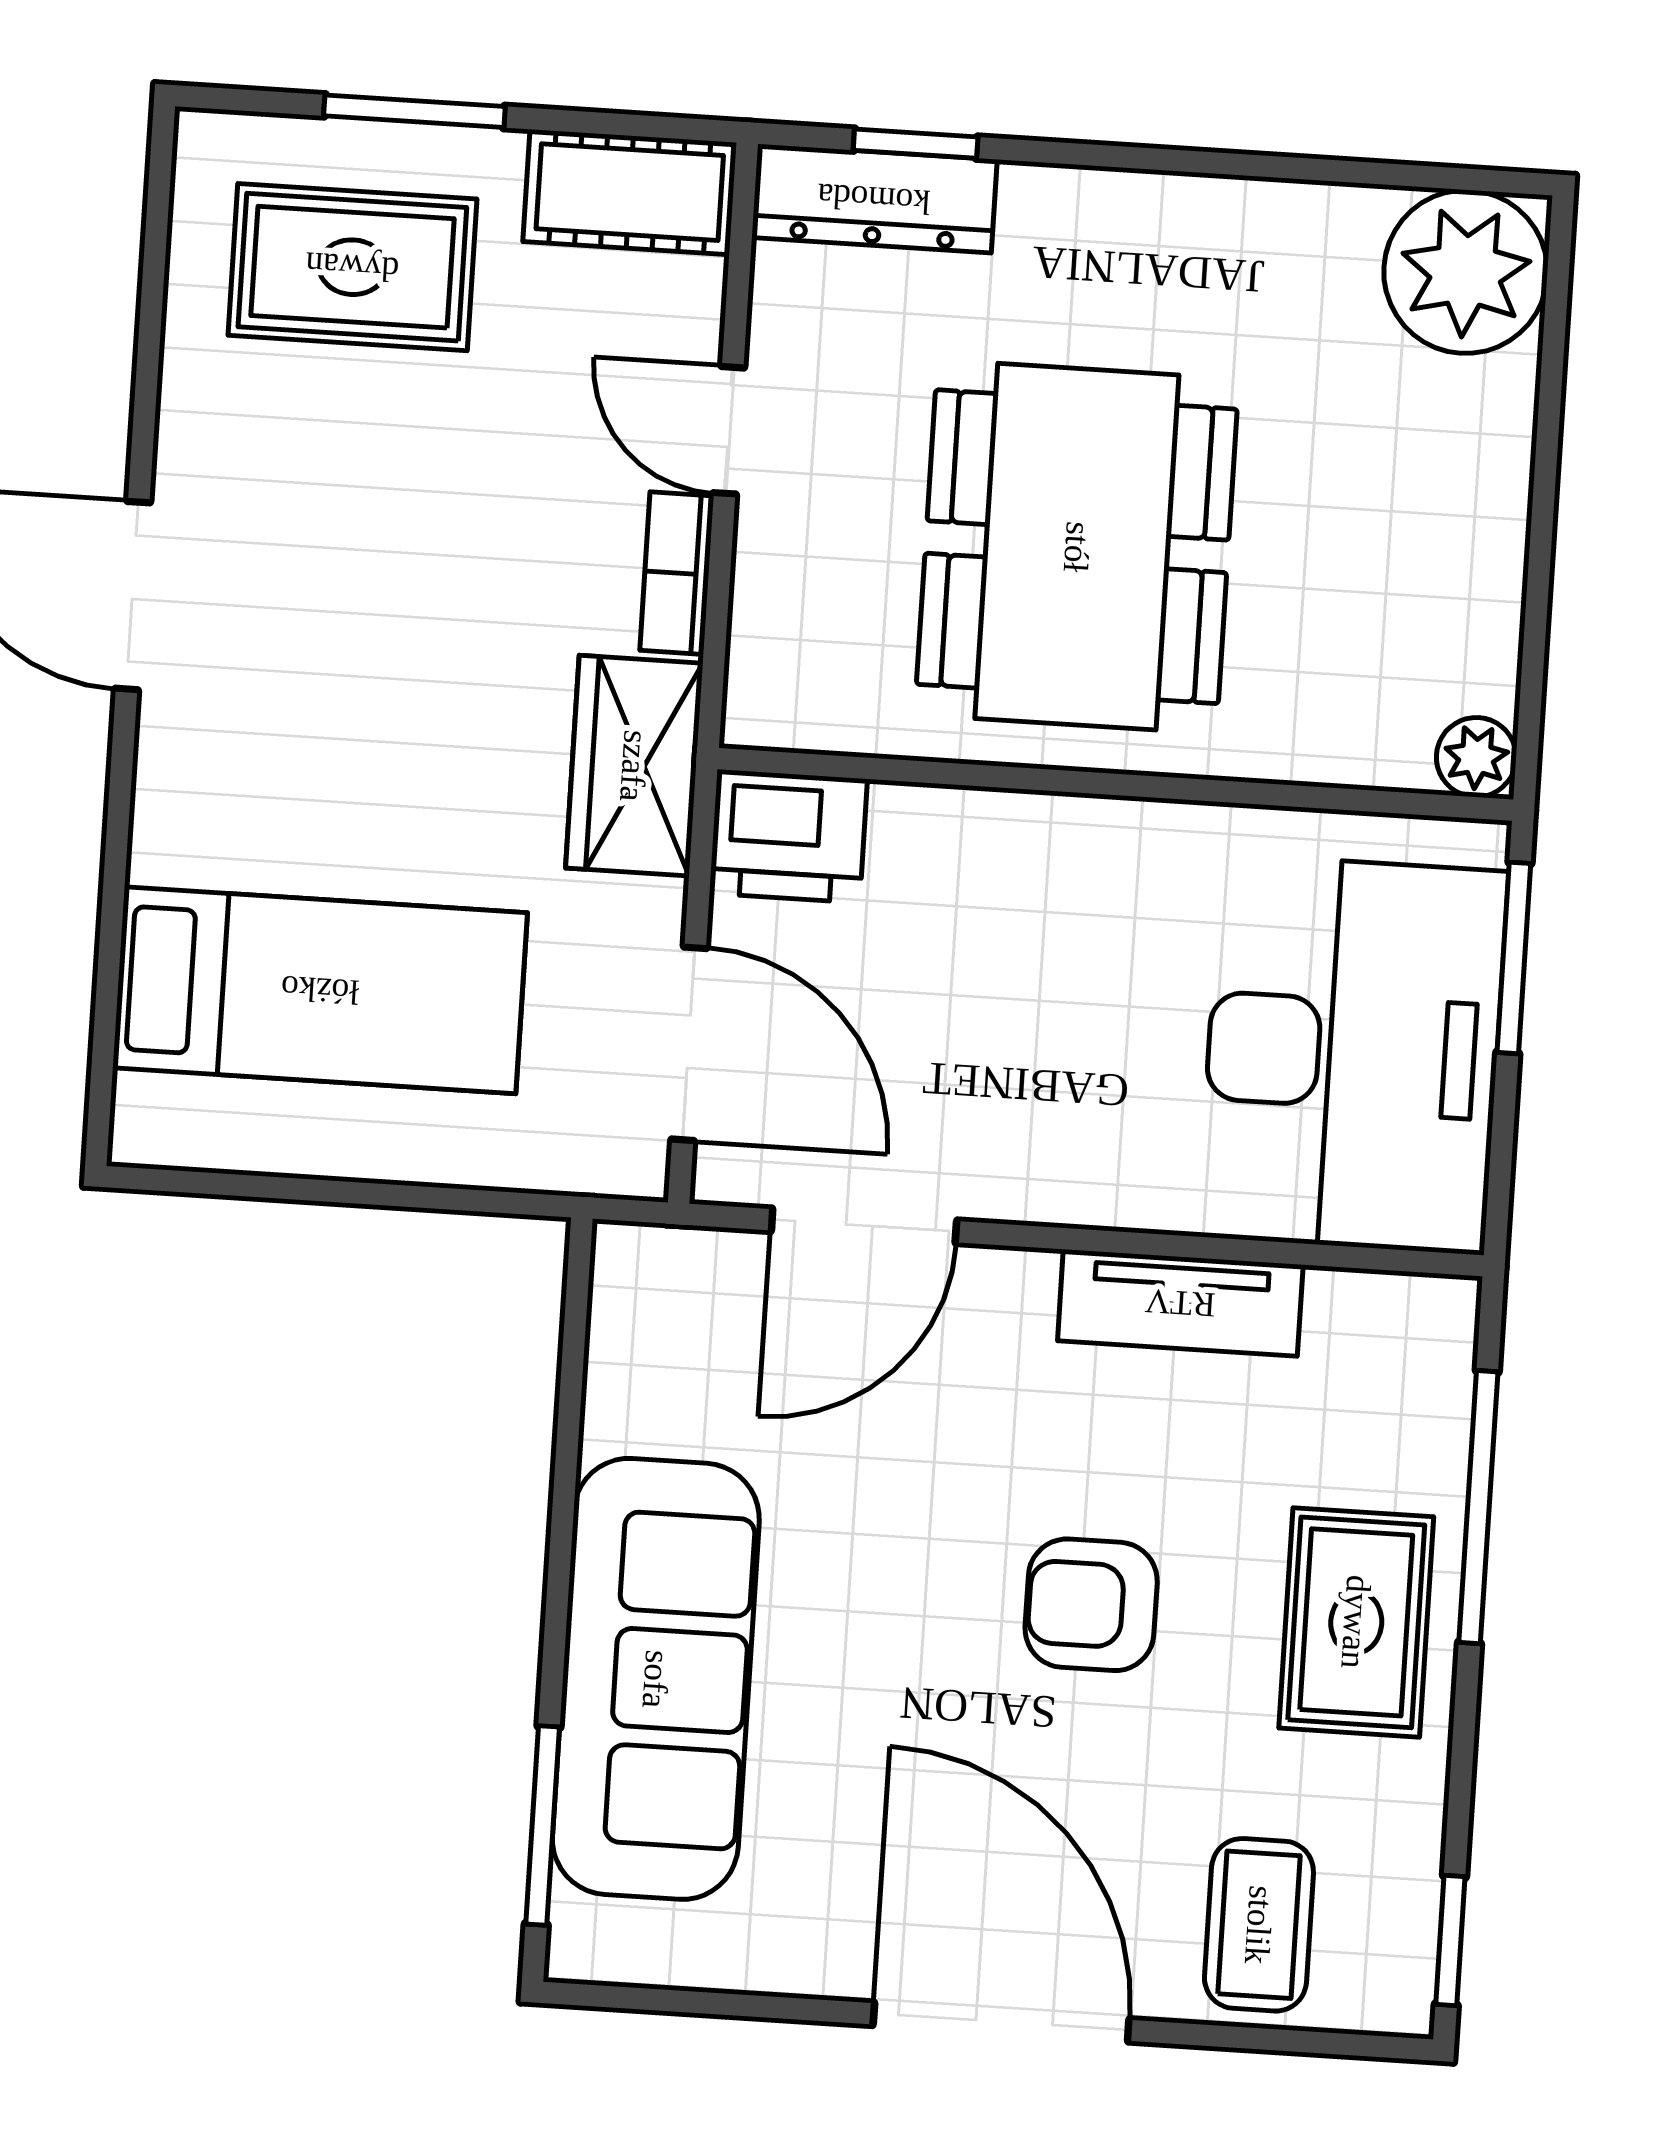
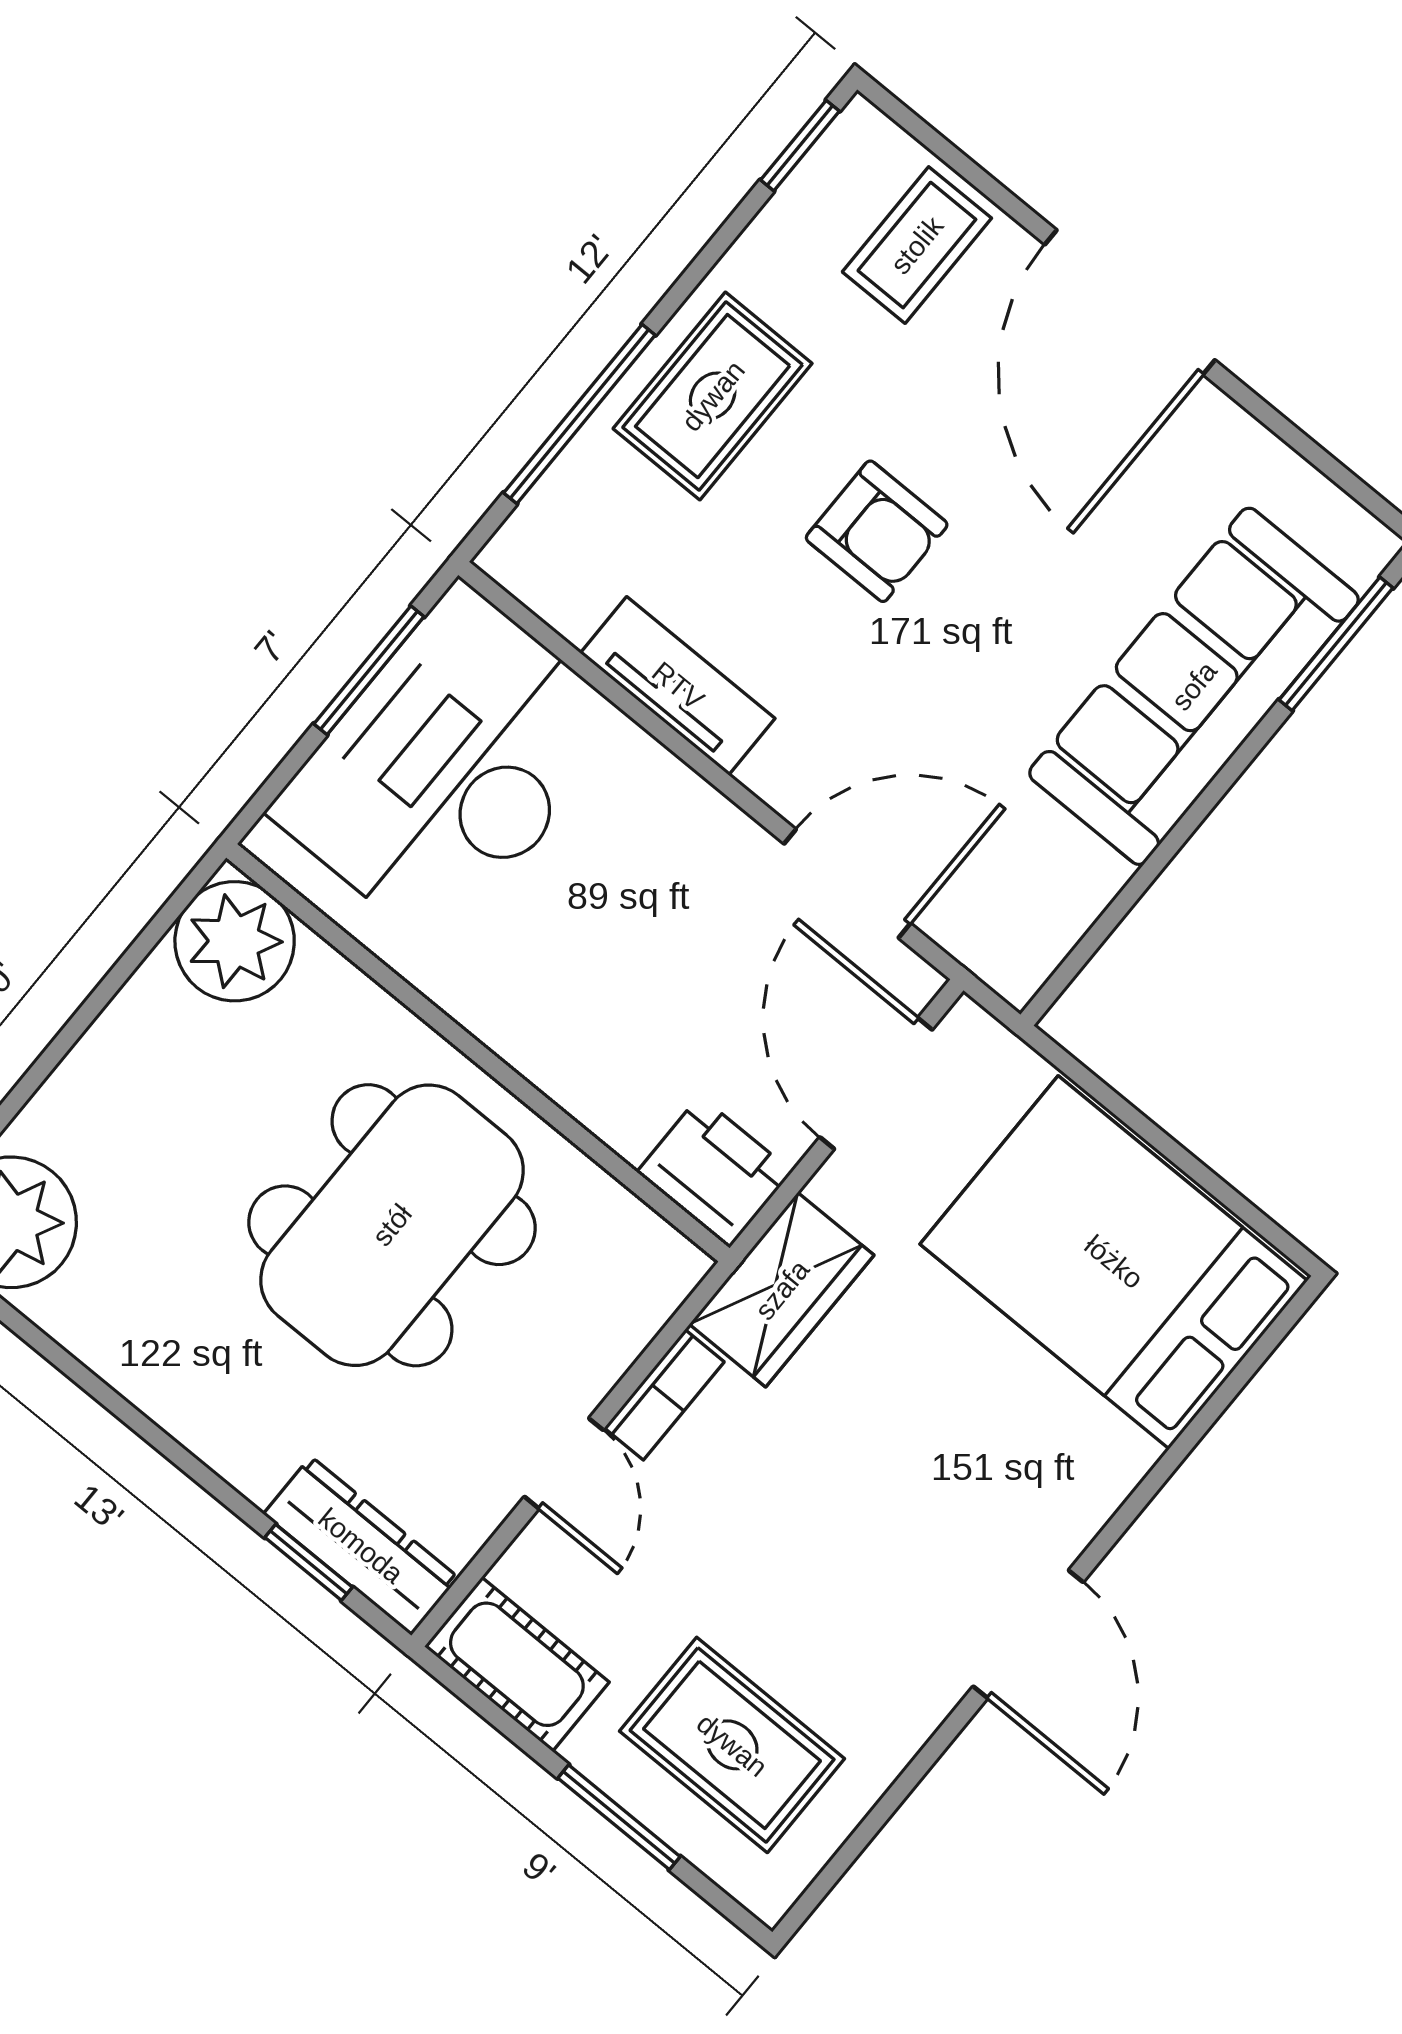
plant: (1476, 757) -> (235, 941), width x1.88, depth x1.88
window: (1514, 958) -> (369, 670), moved
bed: (320, 990) -> (1114, 1262), width x1.50

